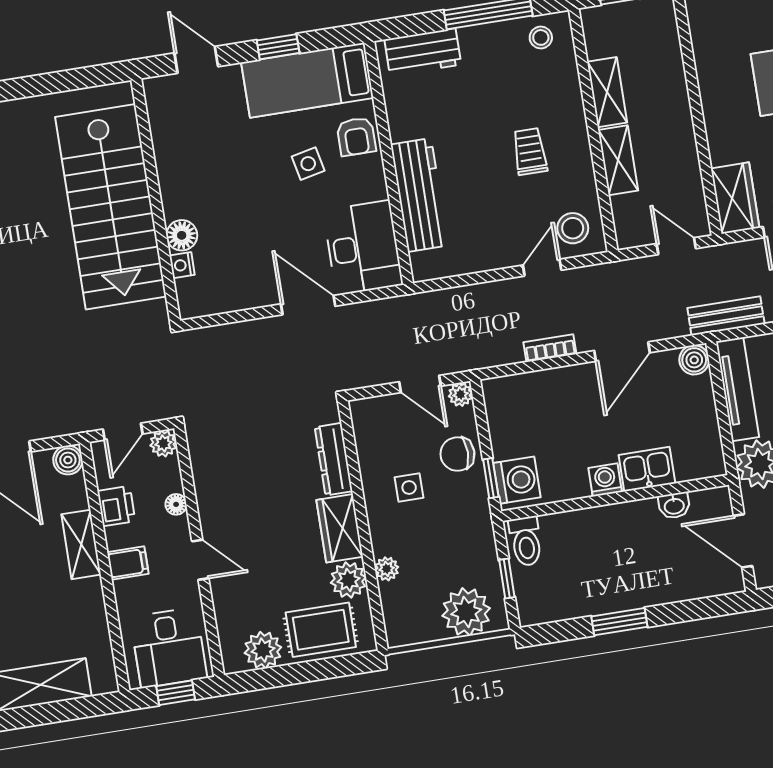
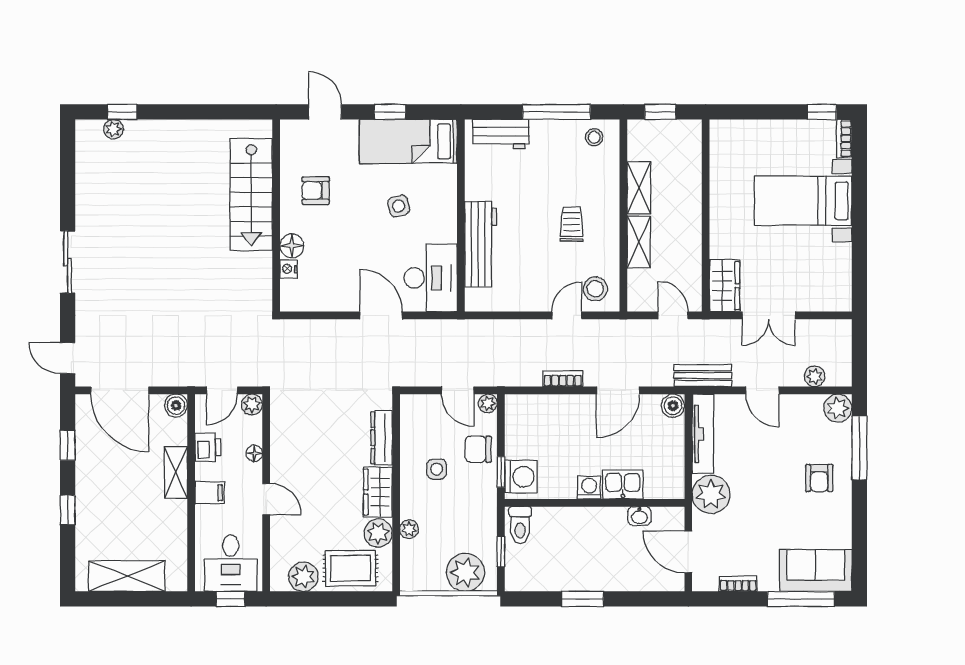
armchair: (356, 137) -> (316, 191), moved, turned 90
stairs: (111, 207) -> (251, 195), width x0.73, depth x0.66

